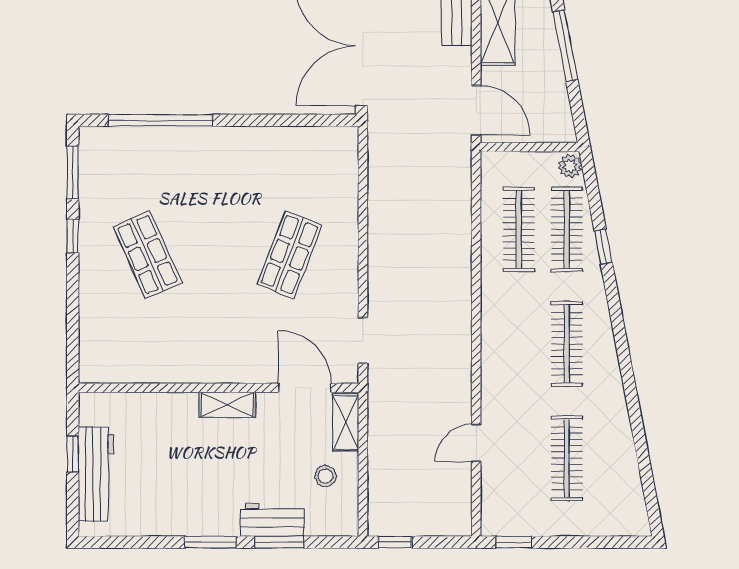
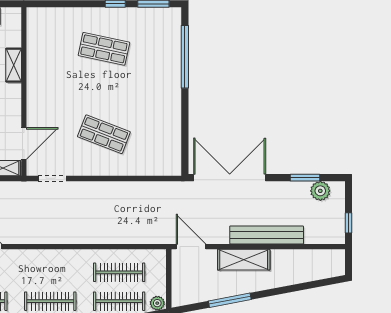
door: (476, 110) -> (191, 247), swing flipped
shop shelf: (148, 255) -> (104, 49), turned 36
shelving: (227, 405) -> (14, 65), moved

